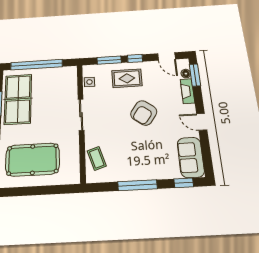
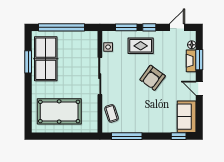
door: (167, 56) -> (177, 27), swing flipped
window: (195, 75) -> (199, 60), moved
sliding door: (81, 115) -> (100, 76), width x1.37
window: (137, 185) -> (127, 136), moved

